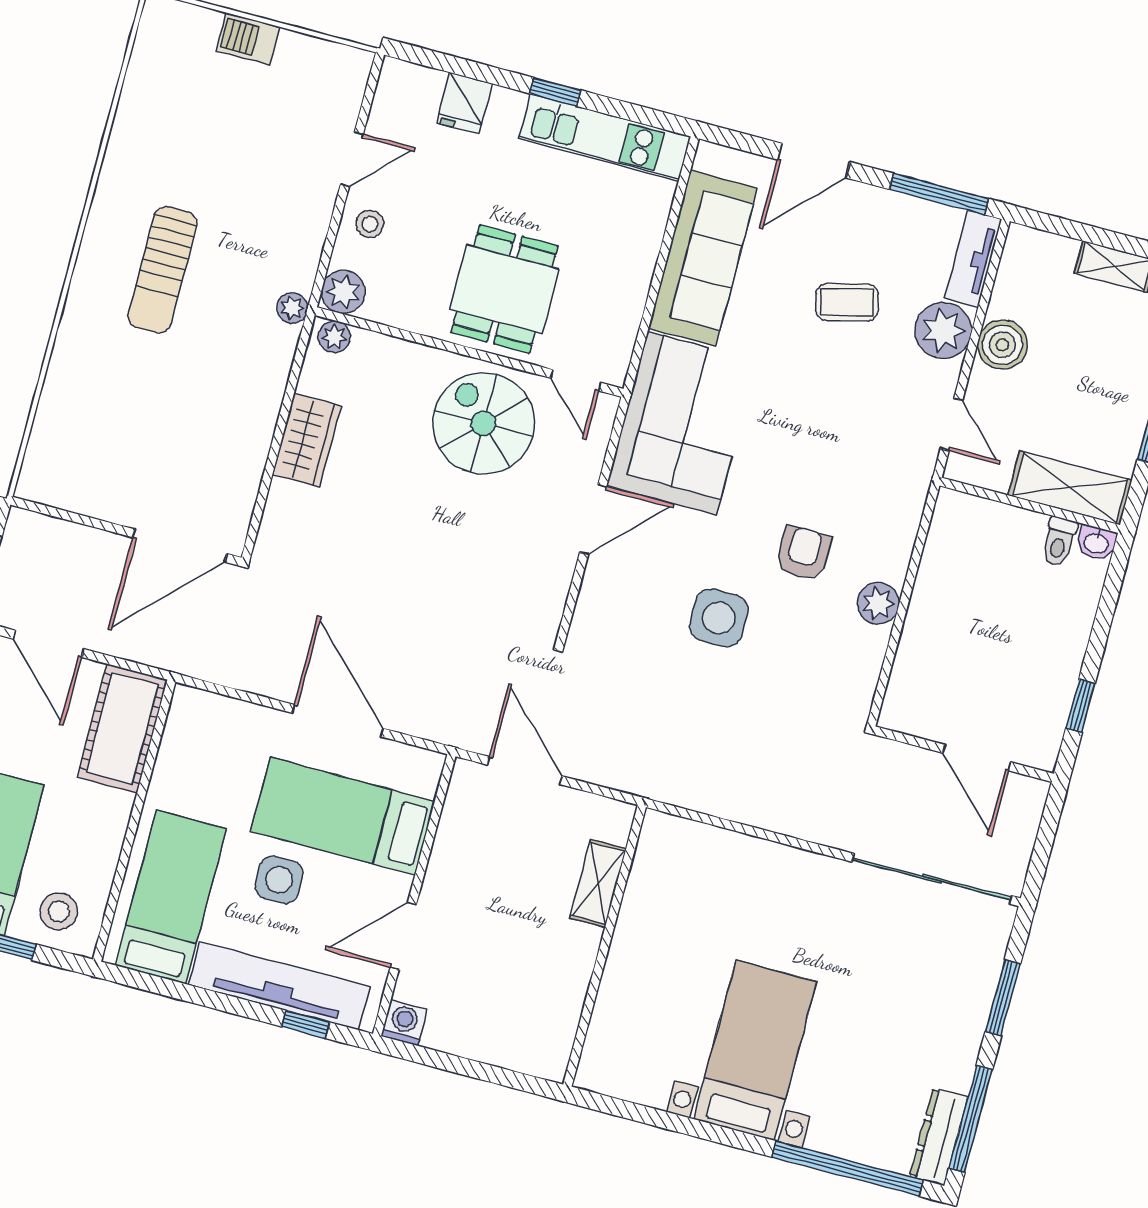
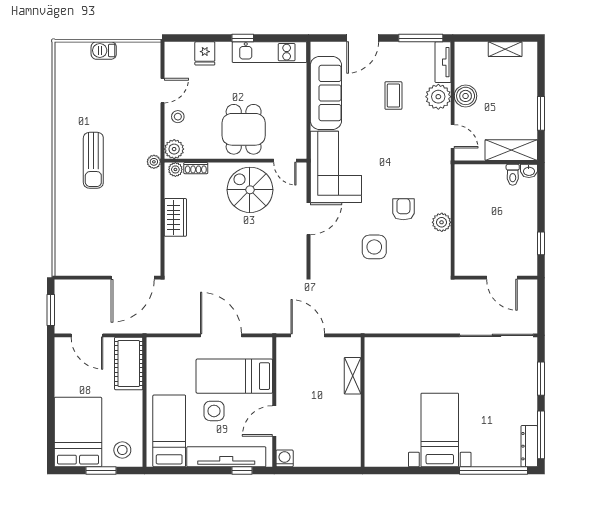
coffee table: (847, 302) -> (393, 96), turned -76
shoe rack: (379, 345) -> (196, 168), added

